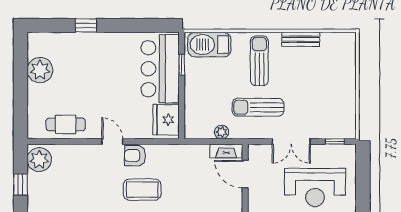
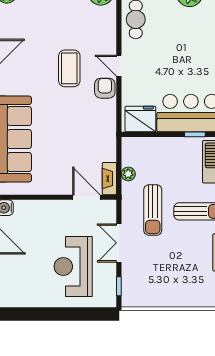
sun lounger: (258, 107) -> (153, 210), turned 180
door: (112, 142) -> (119, 66), swing flipped
door: (245, 174) -> (86, 197), hinge flipped
coffee table: (142, 190) -> (69, 68), moved

